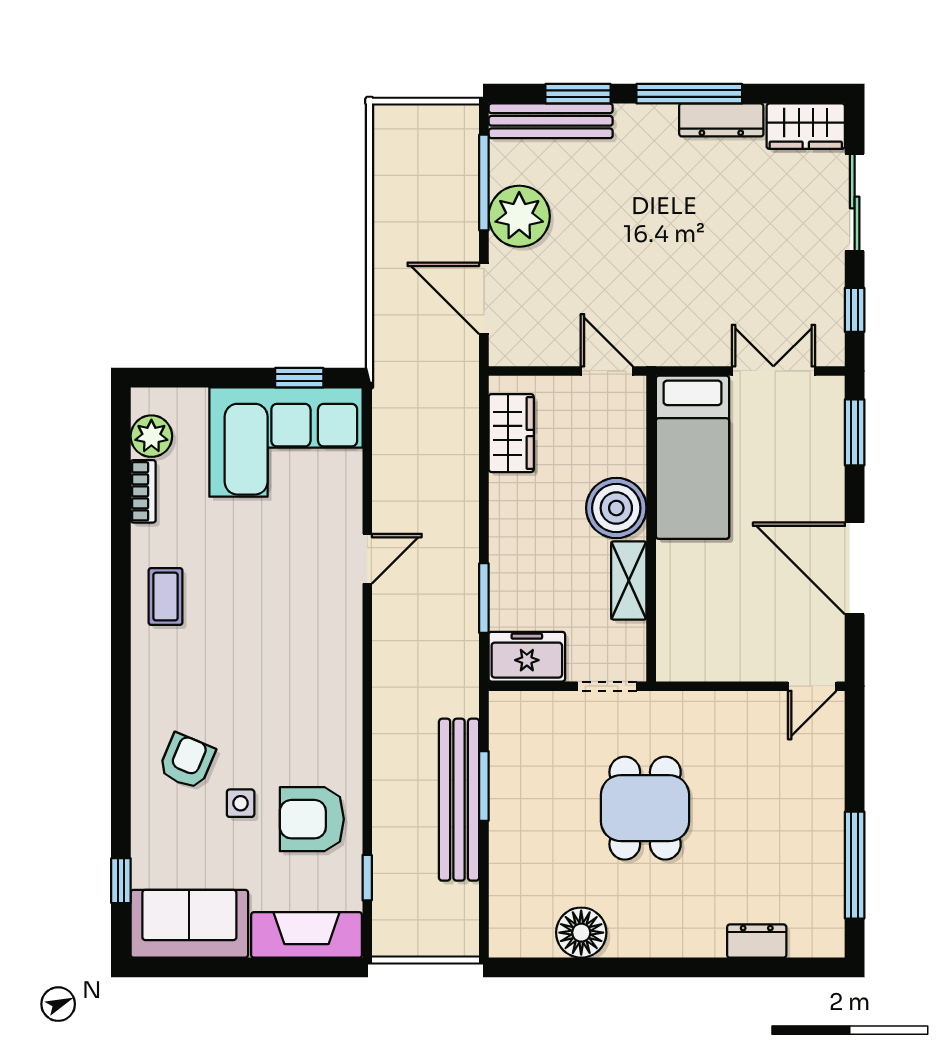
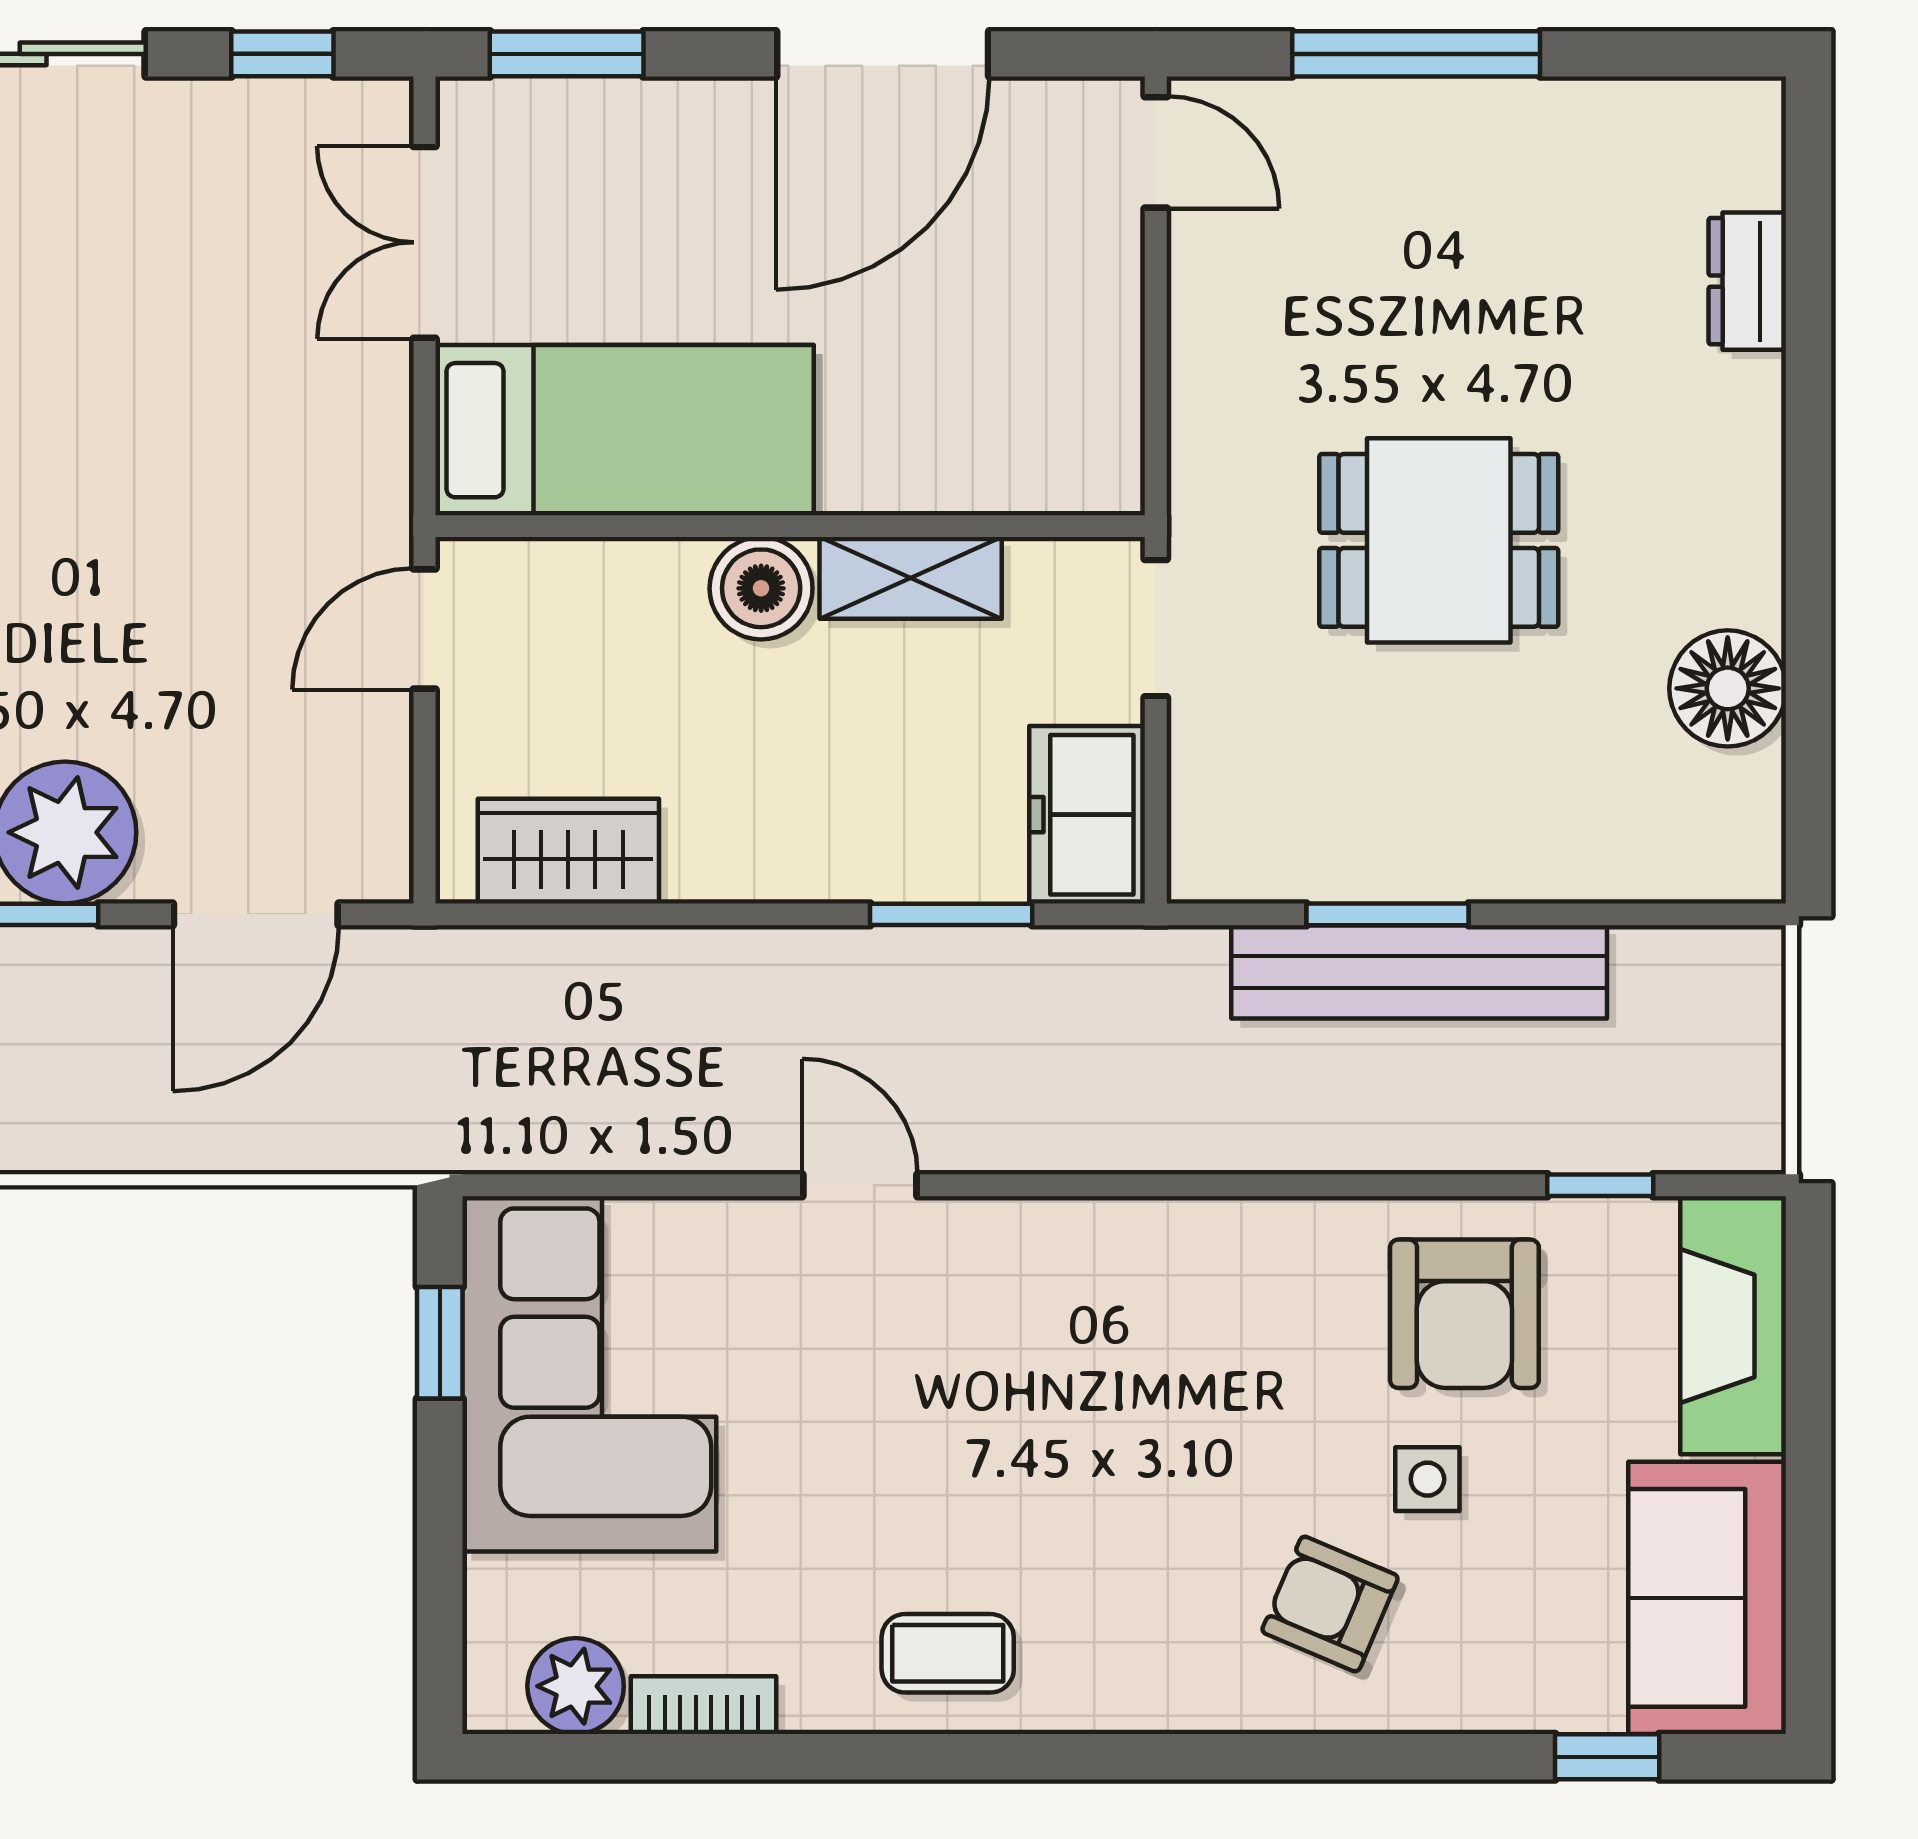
boiler: (616, 508) -> (761, 588), width x0.73, depth x0.73
window: (855, 865) -> (1416, 54), moved

